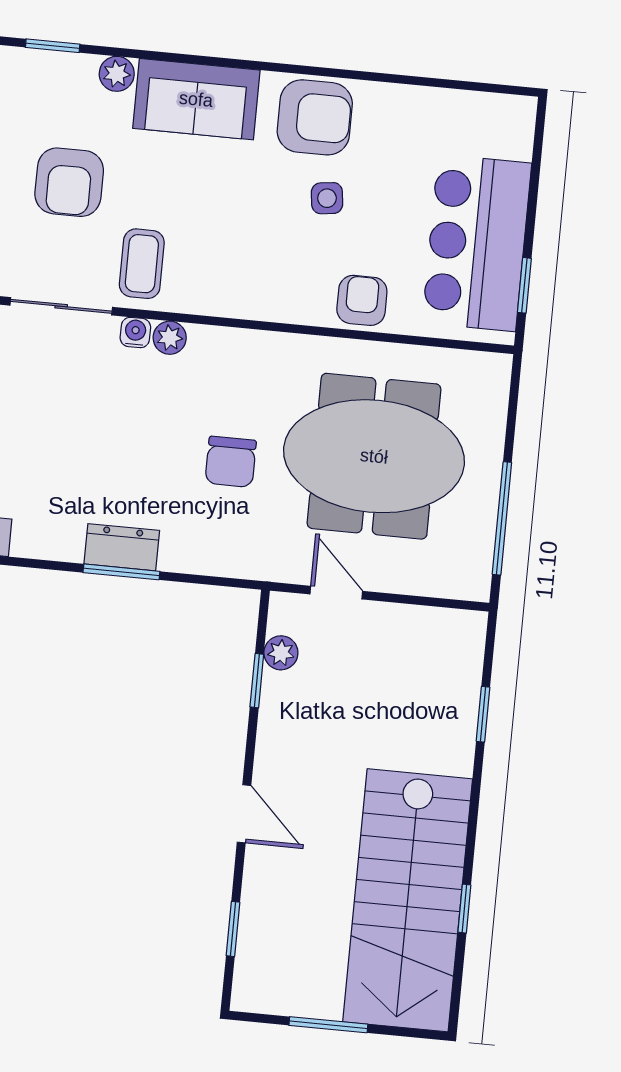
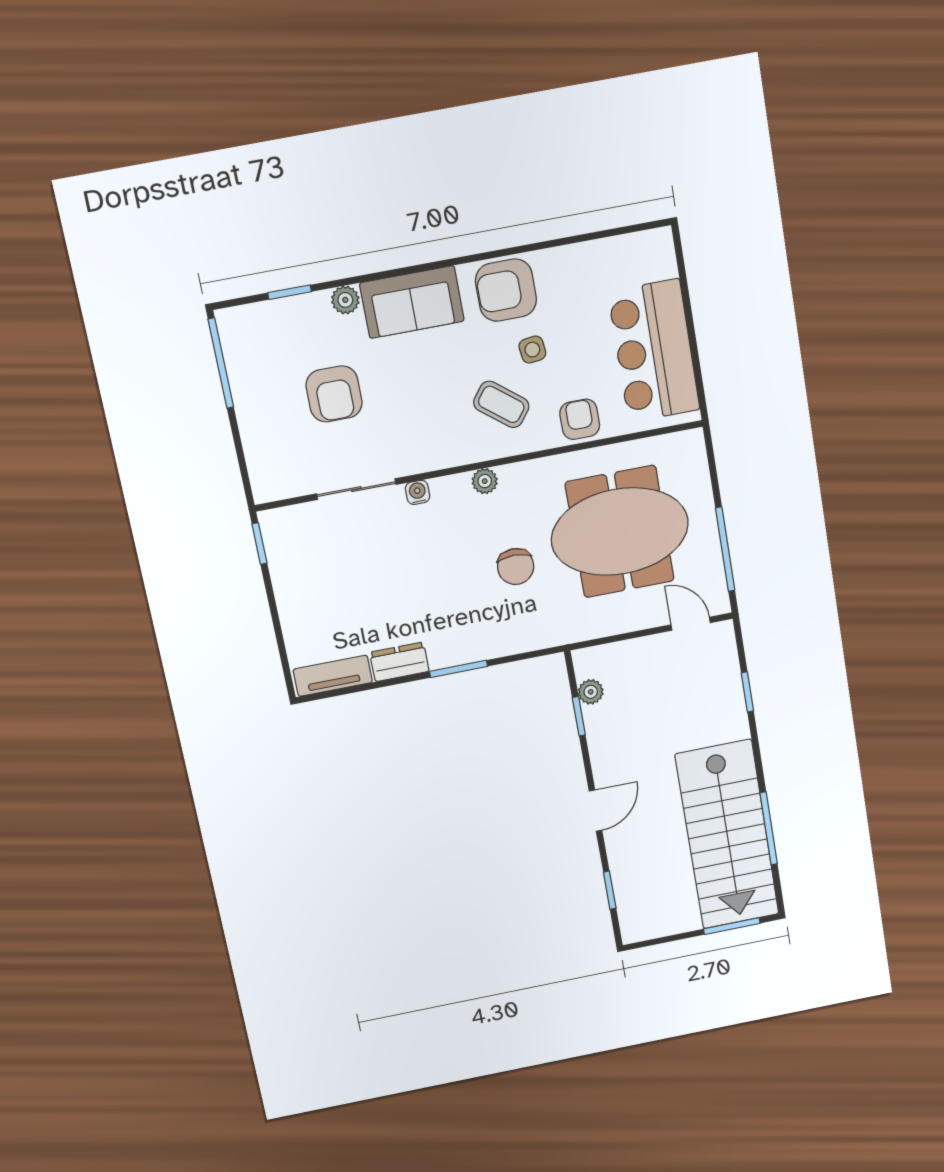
armchair: (315, 117) -> (506, 290), turned 180
coffee table: (142, 264) -> (501, 404), moved, turned -52
window: (524, 285) -> (698, 373), removed
plant: (170, 338) -> (485, 481), moved
dresser: (122, 547) -> (399, 662), moved
door: (336, 593) -> (691, 624), moved
door: (244, 814) -> (596, 811), hinge flipped
window: (464, 909) -> (769, 828), width x2.17
window: (328, 1025) -> (732, 926), moved

